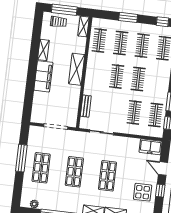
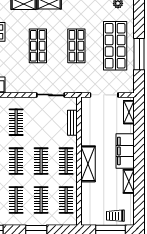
shelving: (84, 27) -> (129, 112), moved
clothes rail: (95, 74) -> (66, 161), added
shop shelf: (41, 168) -> (115, 46), width x1.43, depth x1.36

